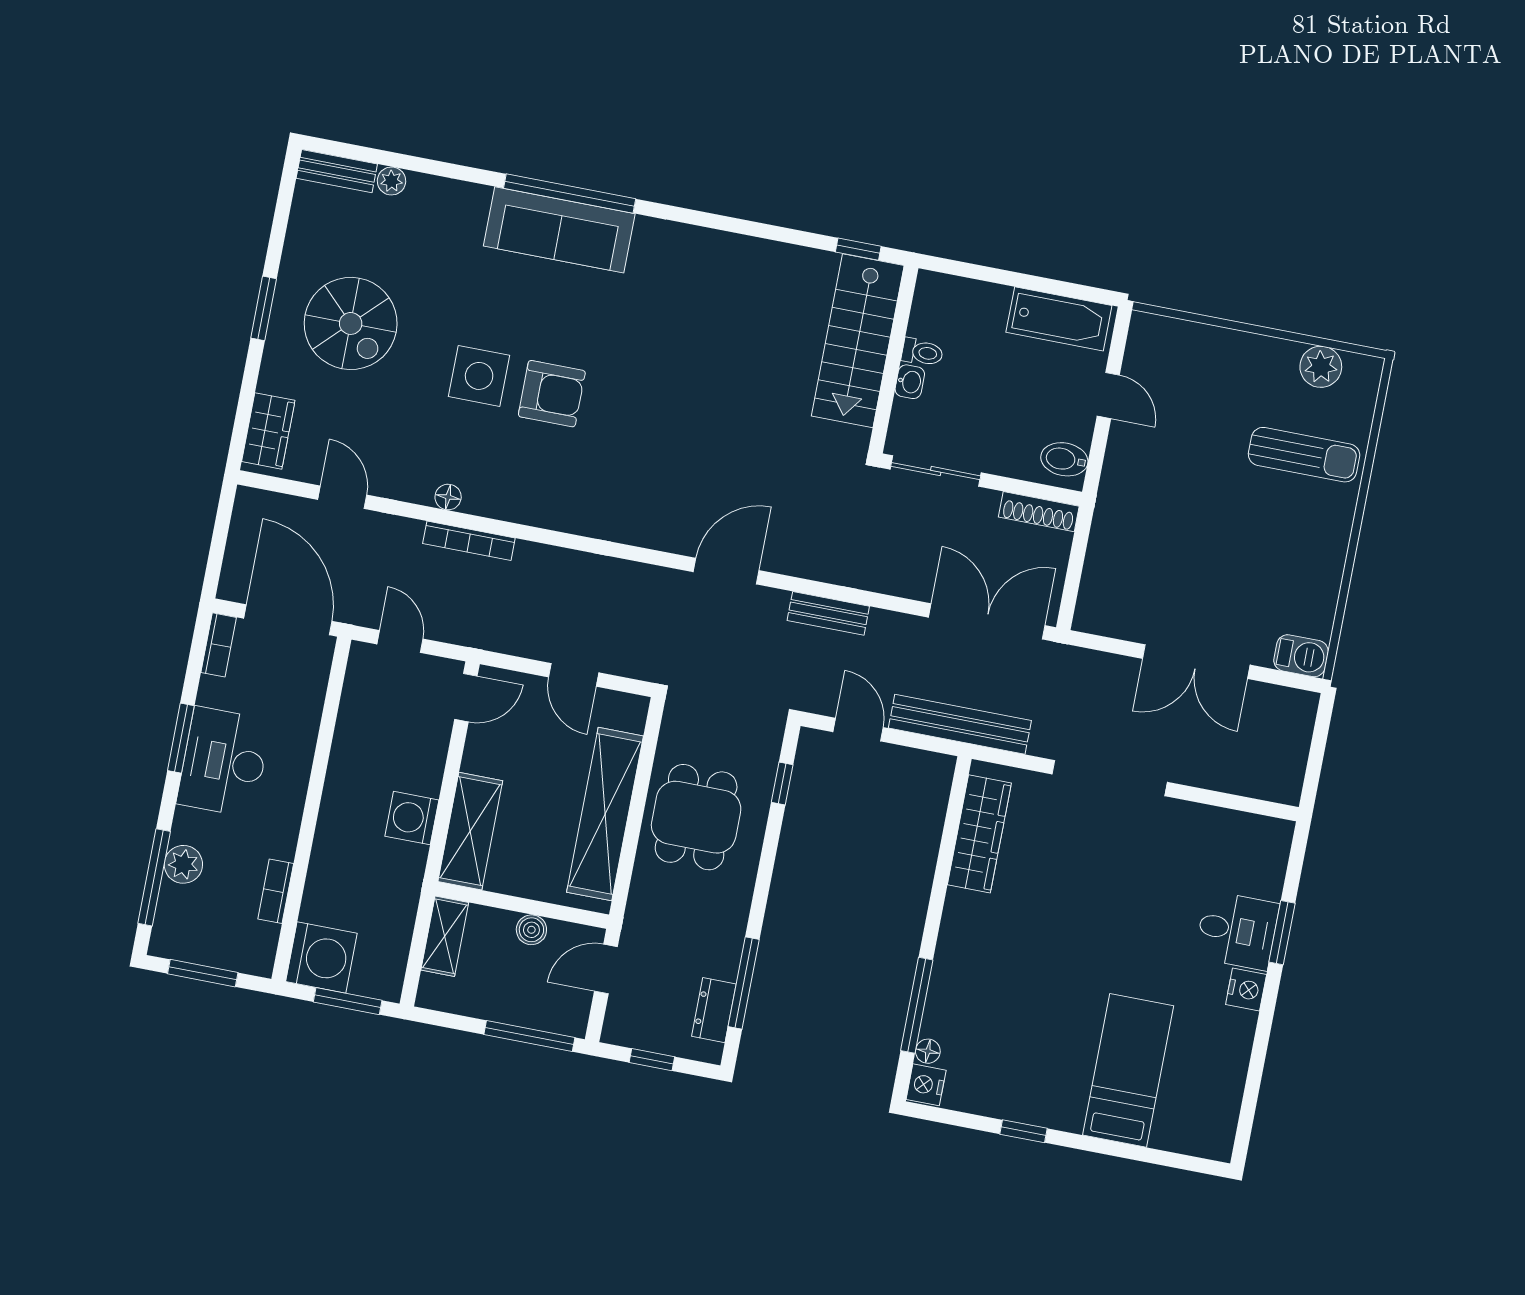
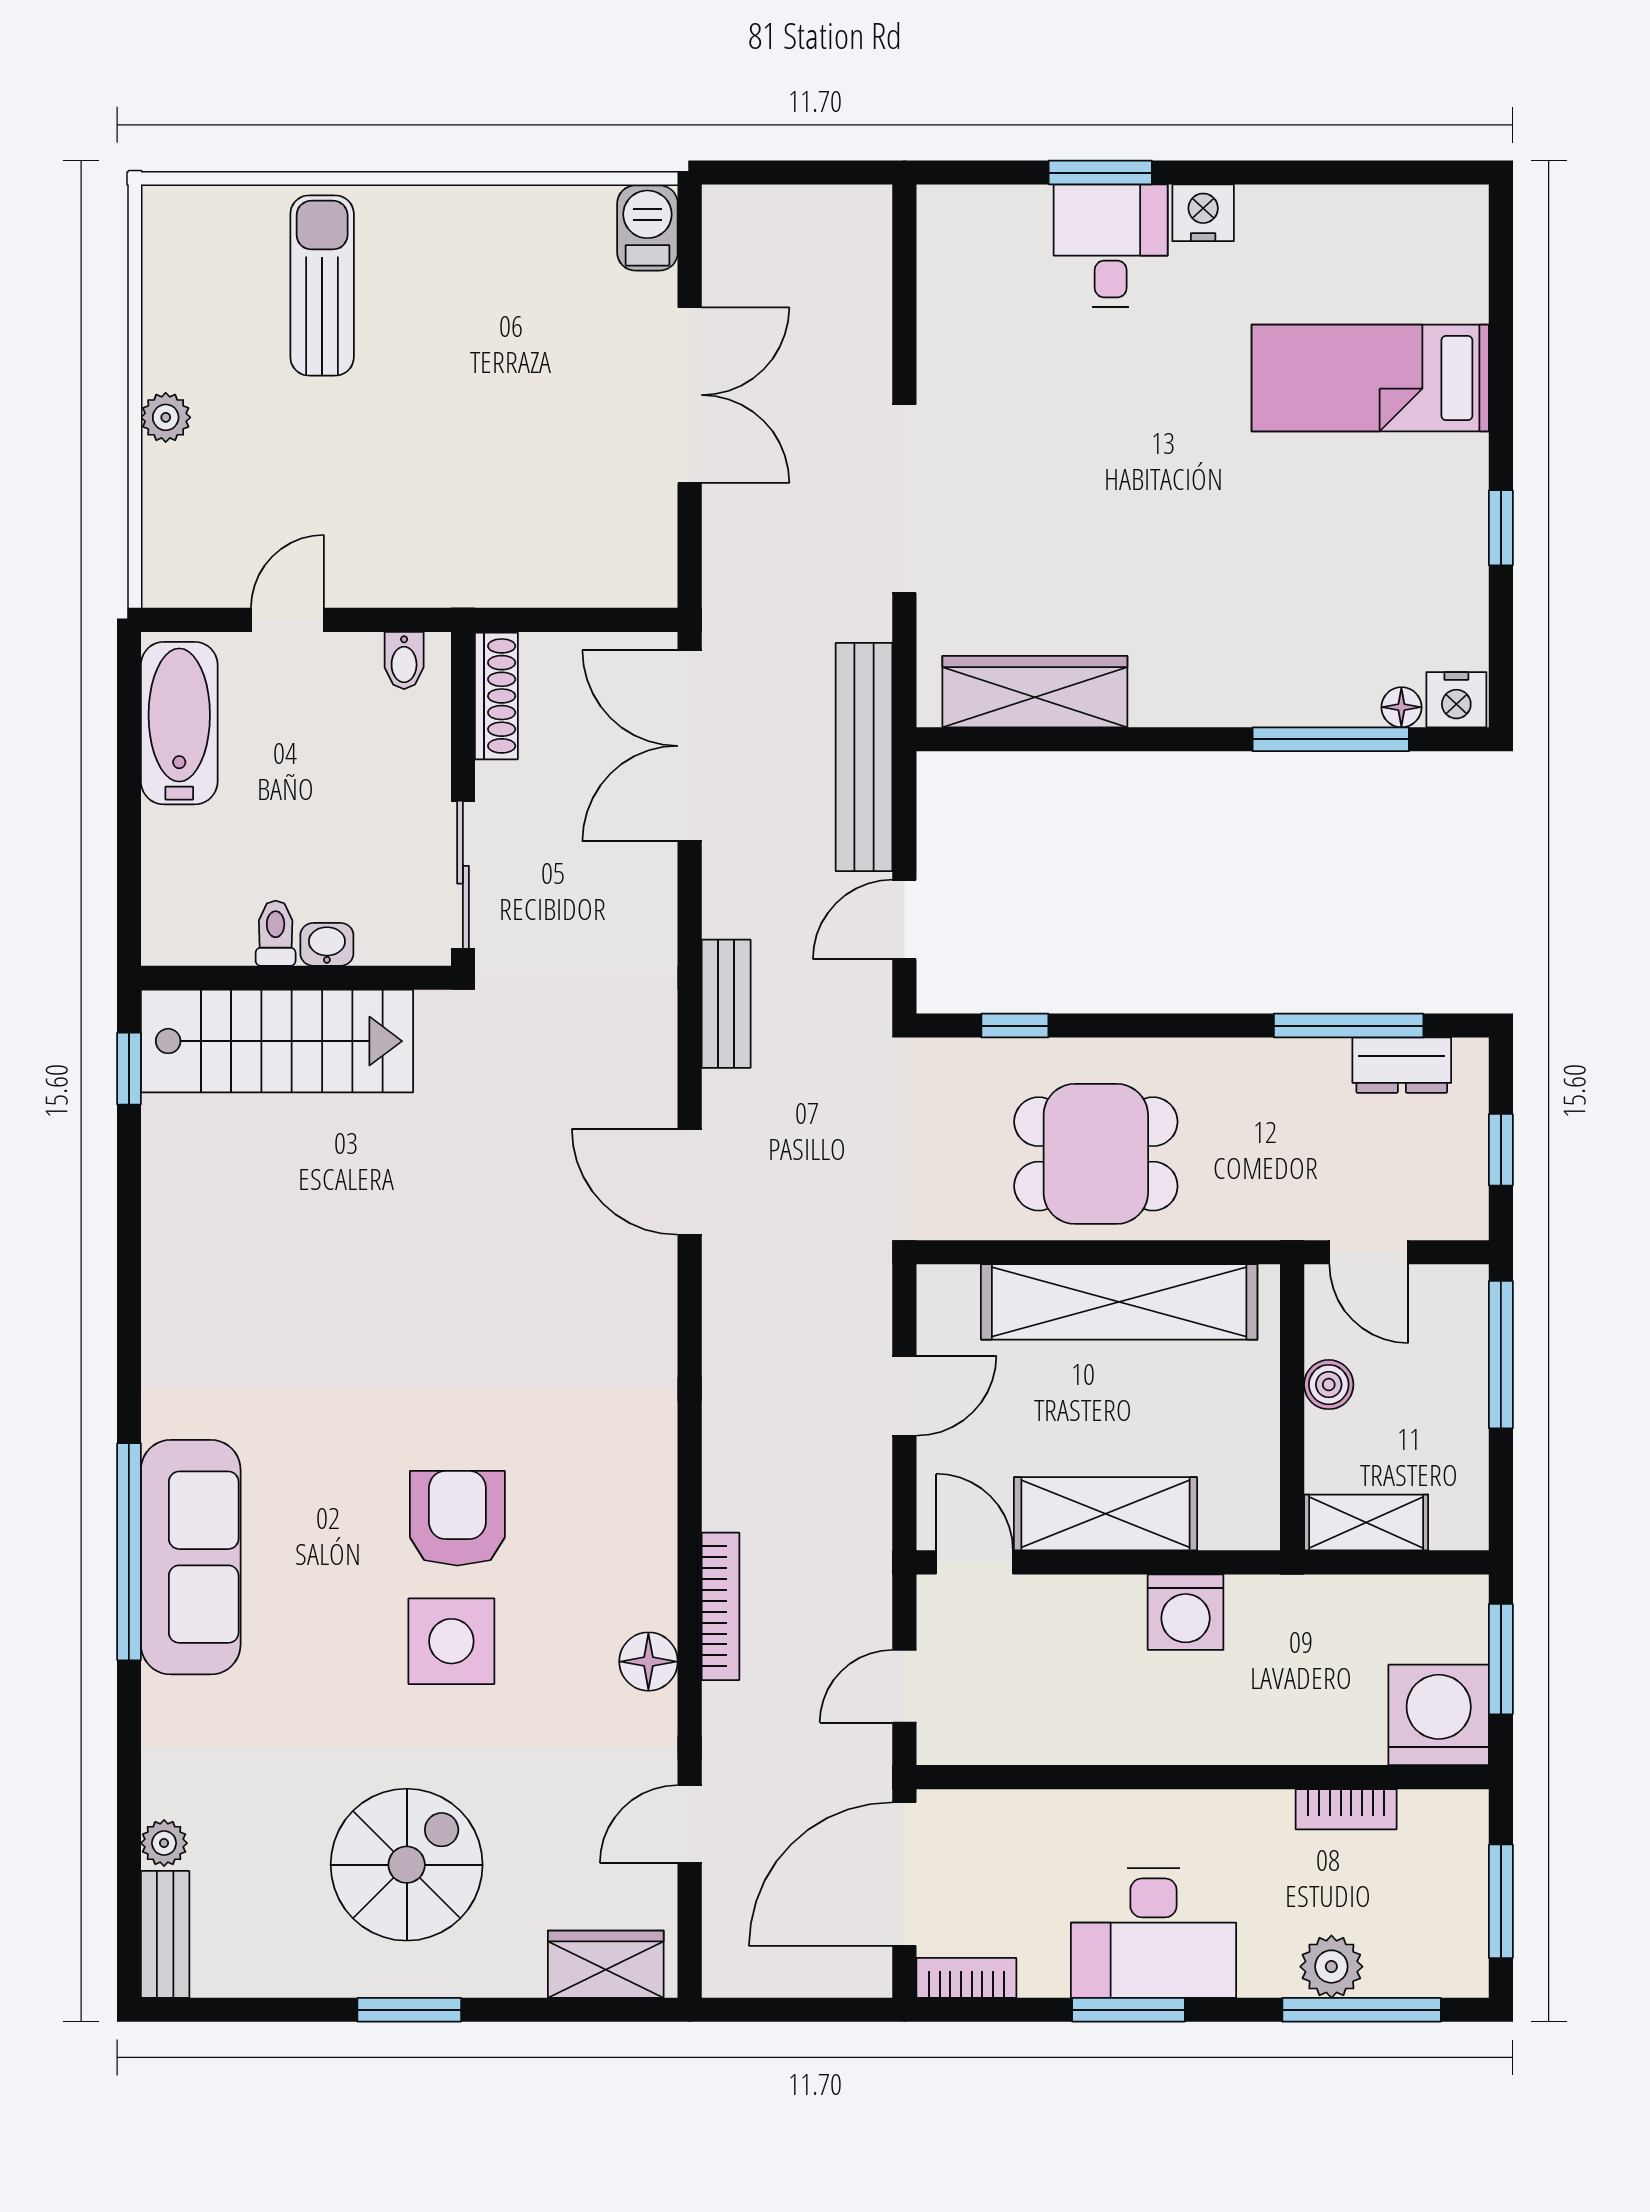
plant: (1321, 367) -> (166, 417), moved, width x0.73, depth x0.73
bidet: (1064, 459) -> (404, 661), width x0.72, depth x0.74
floor lamp: (448, 497) -> (648, 1662), width x1.37, depth x1.37
shelving: (470, 831) -> (1105, 1514), moved

